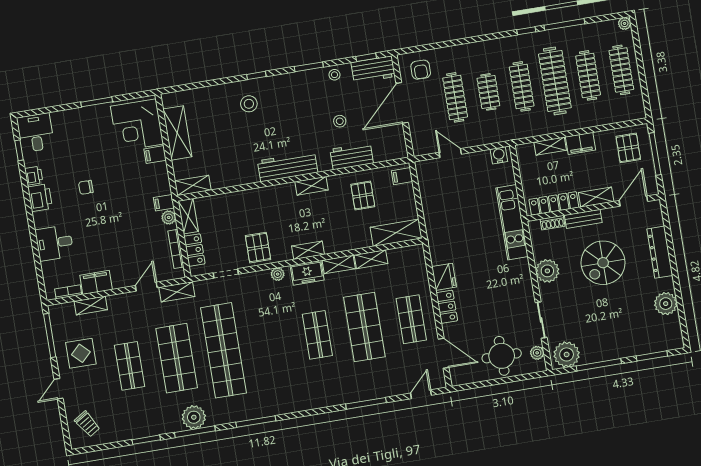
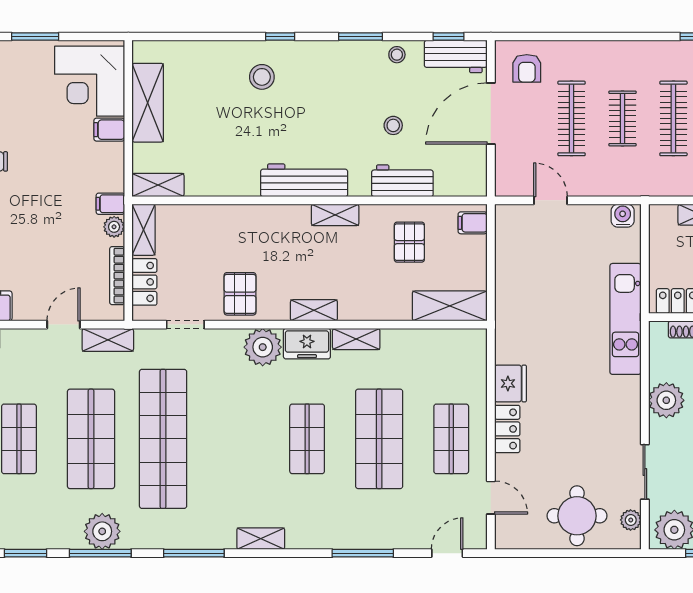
shelving: (371, 259) -> (261, 539), moved
plant: (278, 274) -> (263, 347), width x1.87, depth x1.87
door: (444, 353) -> (491, 498), width x0.73

